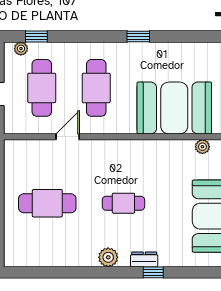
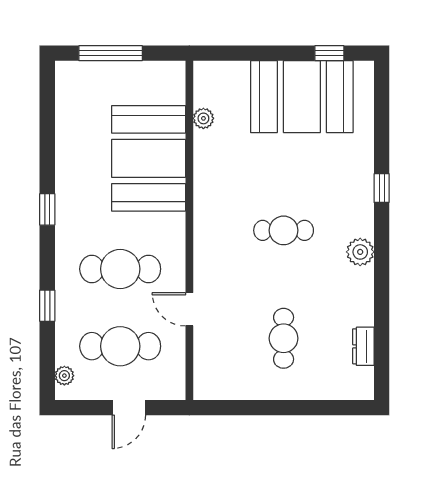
window: (36, 37) -> (47, 306), moved
cafe table: (47, 203) -> (284, 338), width x0.73, depth x0.74
cafe table: (123, 203) -> (284, 230), turned 90
dresser: (144, 259) -> (363, 346), moved

